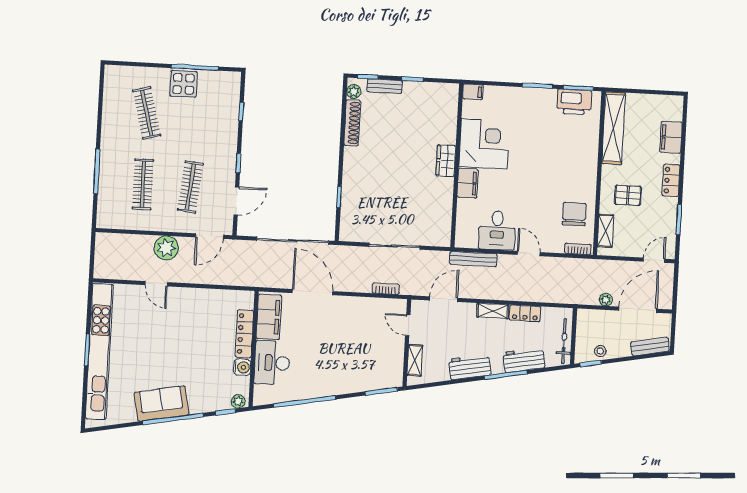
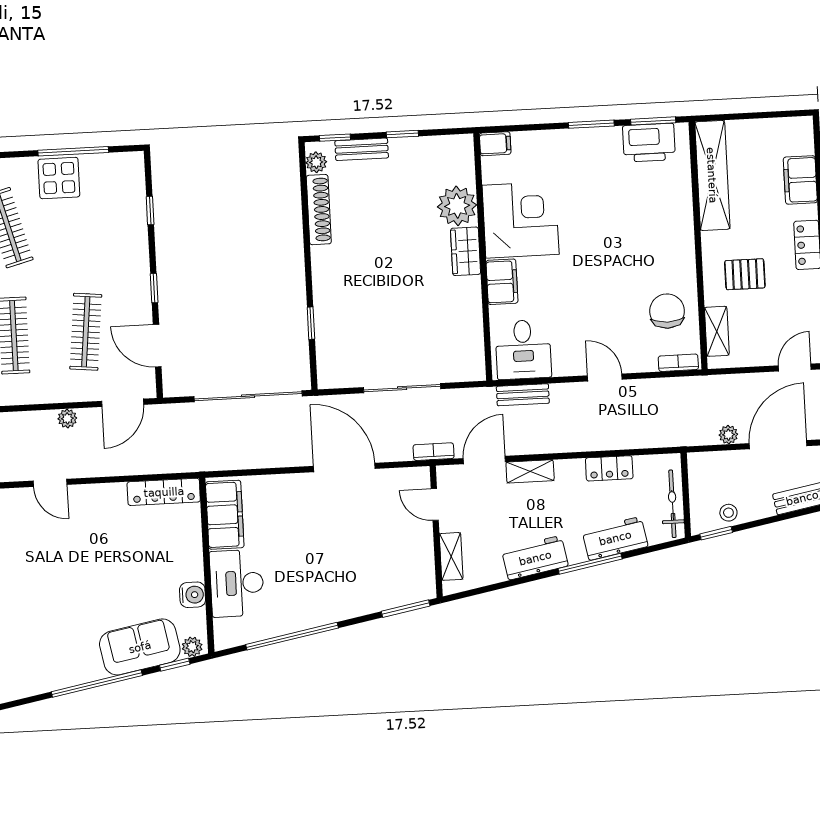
plant: (443, 130) -> (457, 206), added
door: (236, 201) -> (157, 346), swing flipped
desk: (497, 230) -> (523, 349), moved
plant: (166, 248) -> (67, 418), width x0.53, depth x0.53
bench: (473, 259) -> (523, 395), width x0.73
bookcase: (386, 289) -> (434, 452), moved
door: (313, 292) -> (344, 467), moved
shelving: (493, 311) -> (530, 471), moved
locker: (244, 334) -> (164, 492), moved, turned -90
sofa: (161, 404) -> (140, 647), moved

